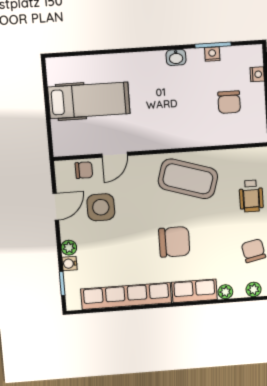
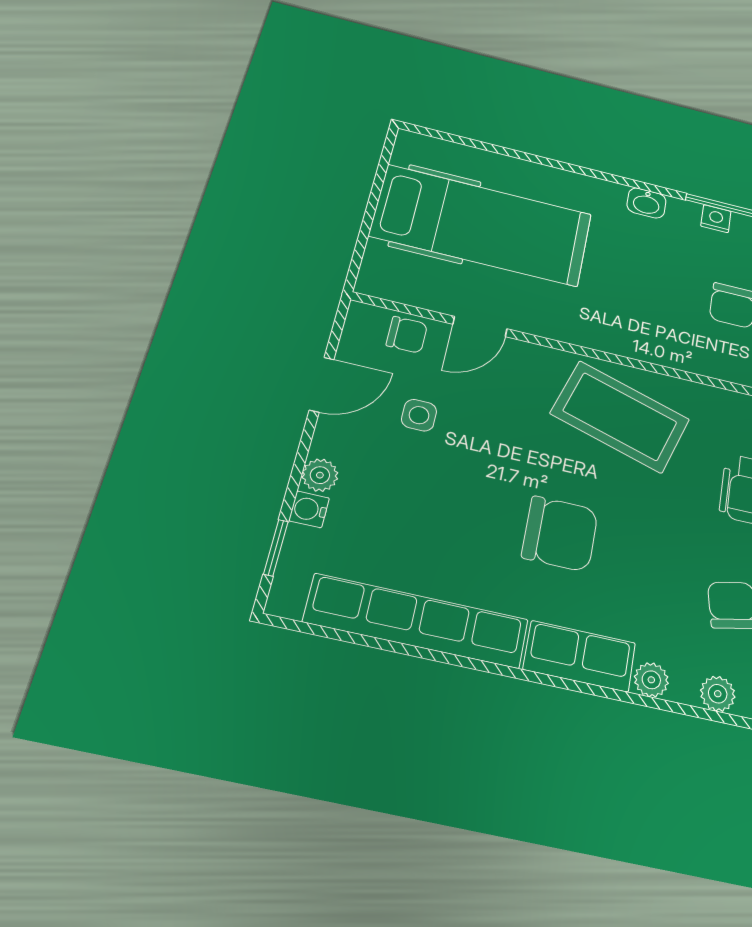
hospital bed: (89, 100) -> (482, 225), width x1.37, depth x1.29
side table: (101, 207) -> (419, 415), width x0.54, depth x0.54

